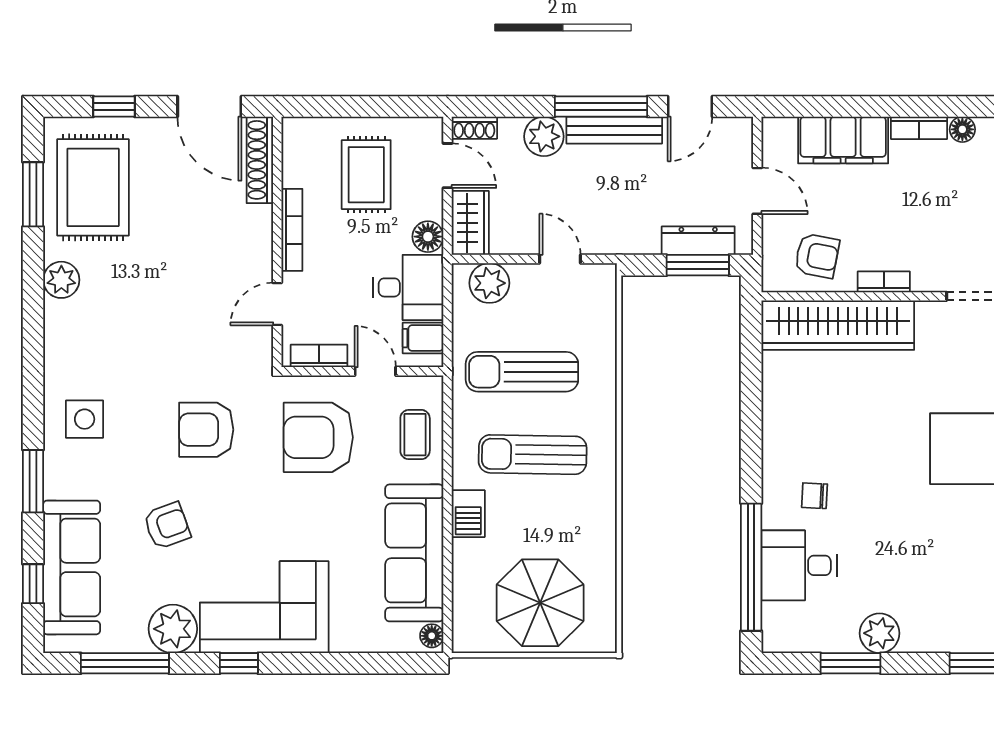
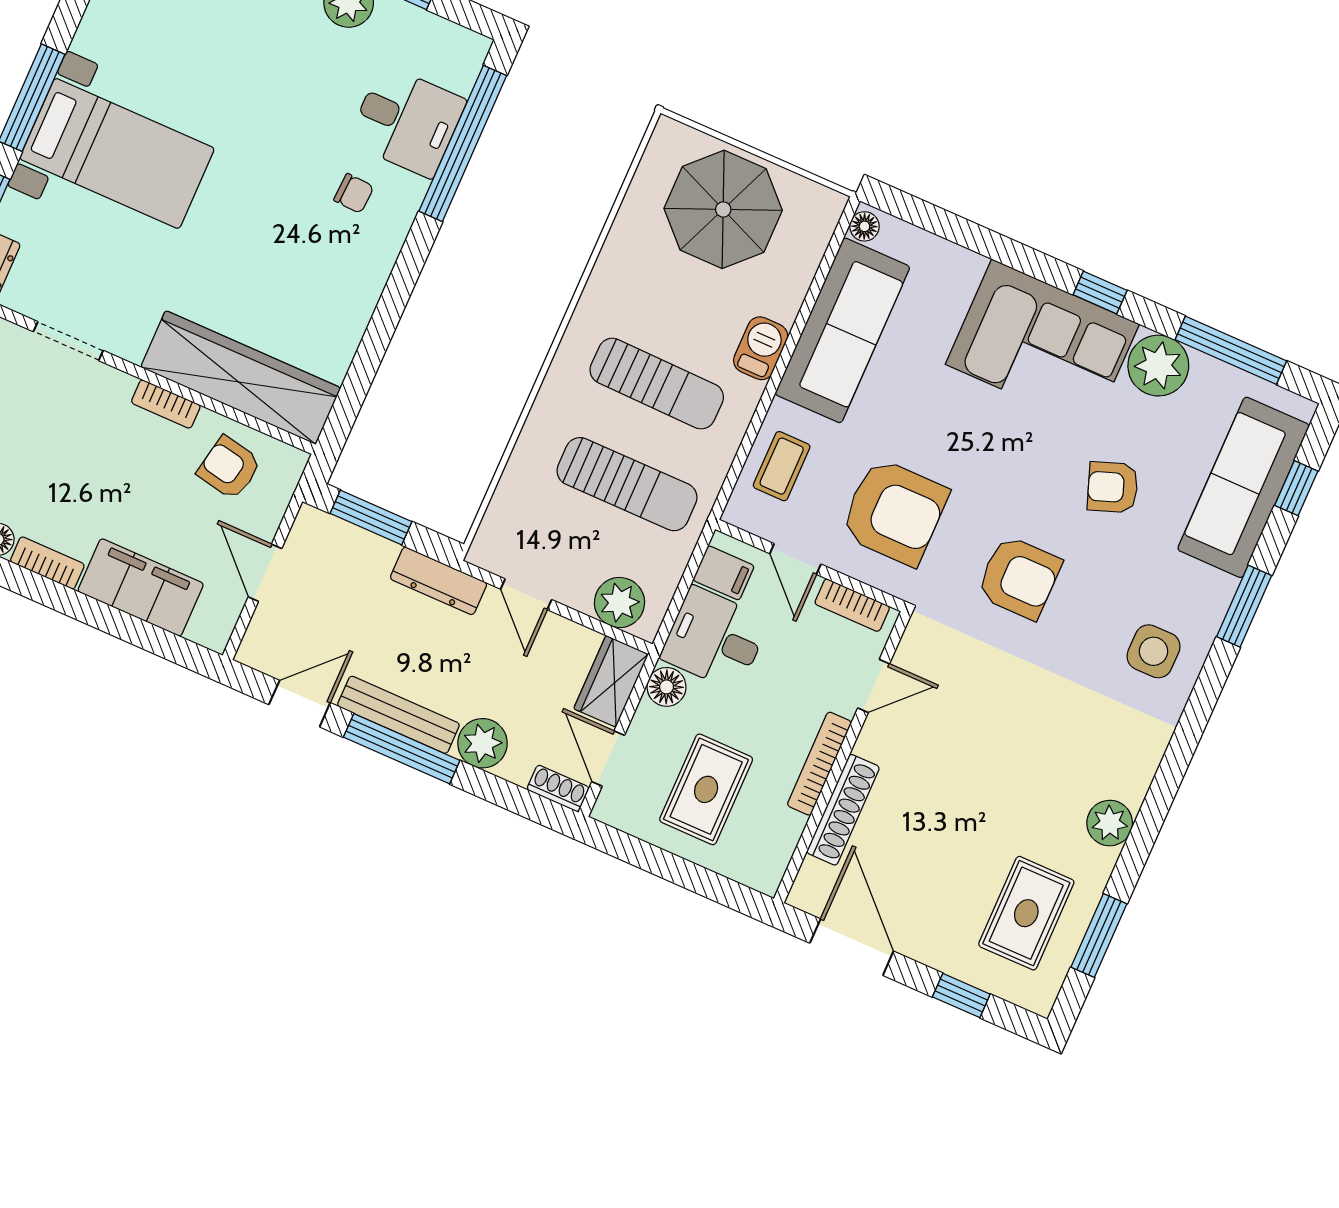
shoe rack: (260, 160) -> (843, 810), moved
rug: (93, 187) -> (1026, 913), width x0.73, depth x0.70
dresser: (698, 241) -> (438, 581), moved

